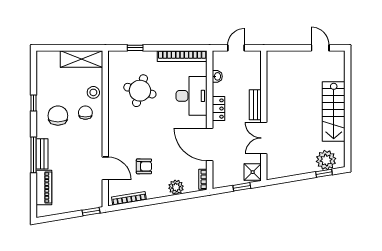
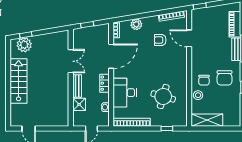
door: (210, 145) -> (111, 56), hinge flipped
shower: (253, 172) -> (79, 104), moved

